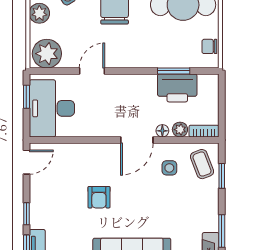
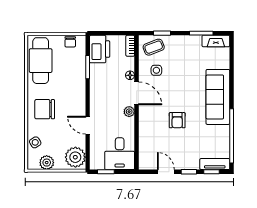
printer: (177, 88) -> (100, 49), moved
desk: (52, 108) -> (120, 154), width x0.73
plant: (180, 130) -> (129, 112), moved
door: (26, 162) -> (166, 172), moved
armchair: (99, 197) -> (177, 120), turned 90

